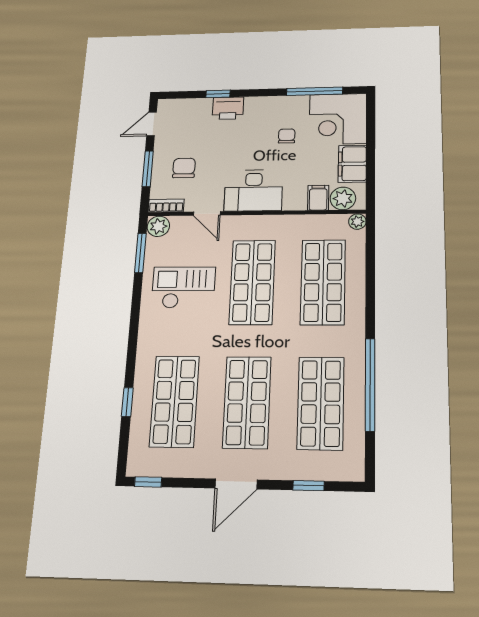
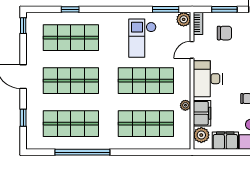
filing cabinet: (318, 198) -> (202, 113), width x2.00
plant: (357, 222) -> (185, 105), moved
checkout: (183, 287) -> (142, 38), turned 180

